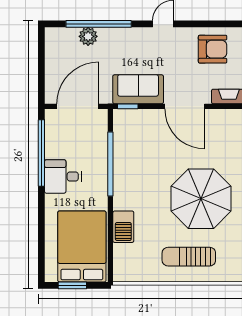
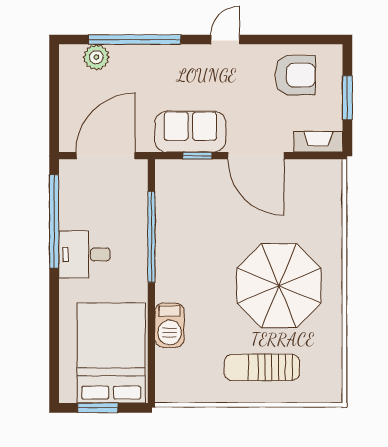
plant: (88, 36) -> (96, 57), moved
window: (128, 106) -> (197, 156), moved

